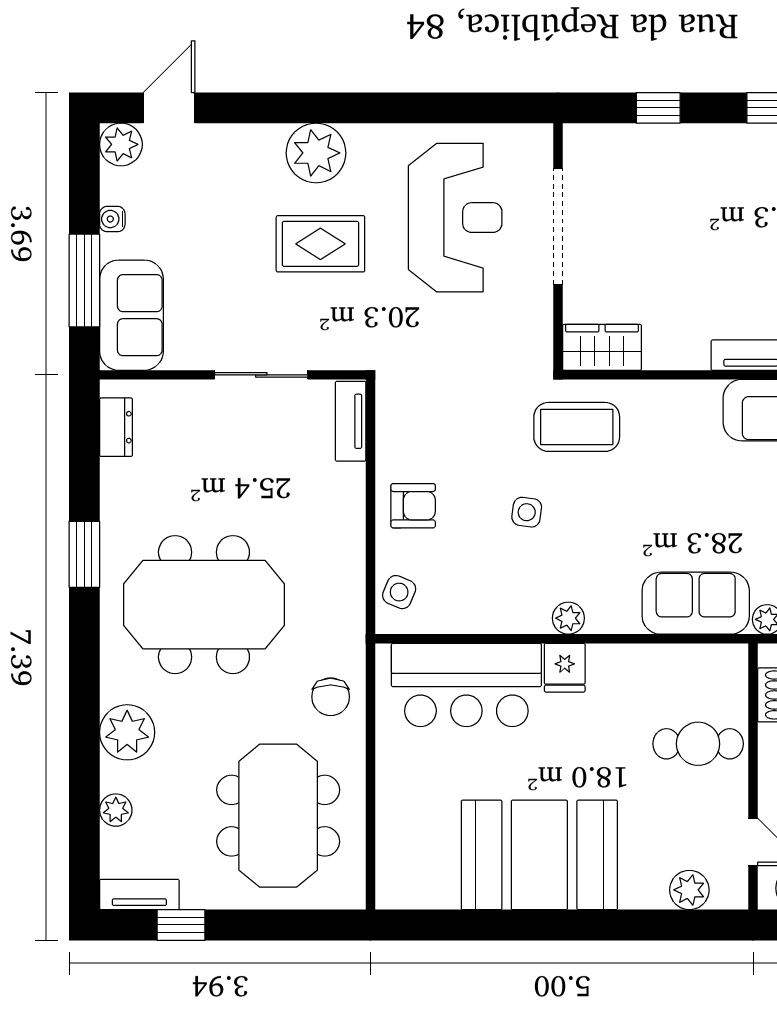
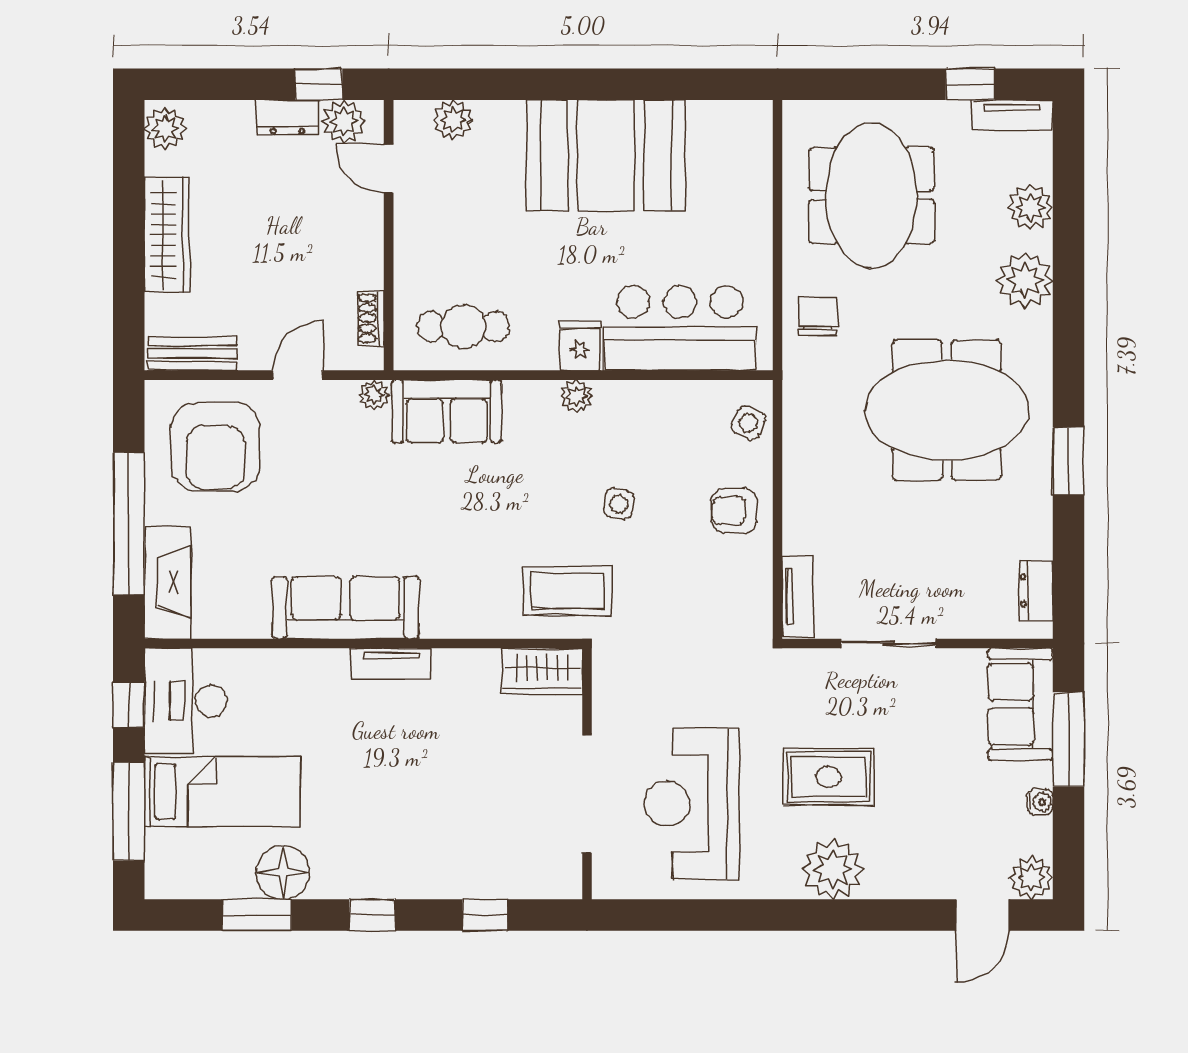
cafe table: (698, 744) -> (463, 326), moved
plant: (116, 810) -> (1030, 207), width x1.38, depth x1.38

